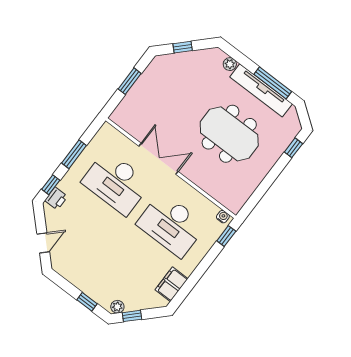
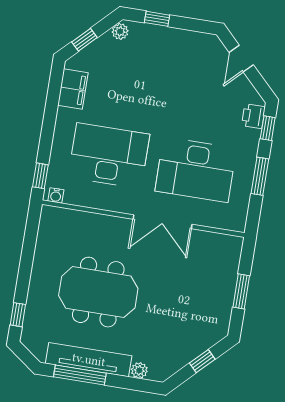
desk: (116, 183) -> (196, 170), turned 180
window: (132, 316) -> (84, 40), moved

